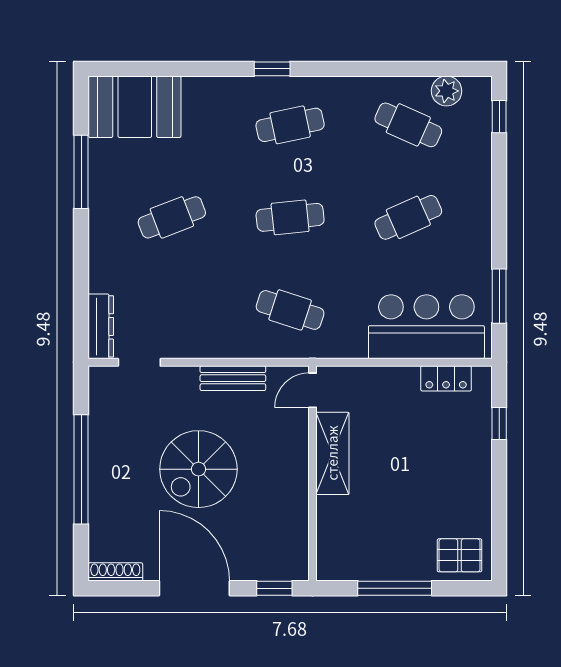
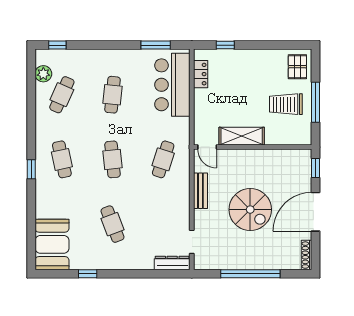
window: (81, 172) -> (88, 274), width x0.46
cafe table: (408, 217) -> (113, 95), turned 30
trolley: (391, 534) -> (286, 104), added

